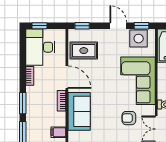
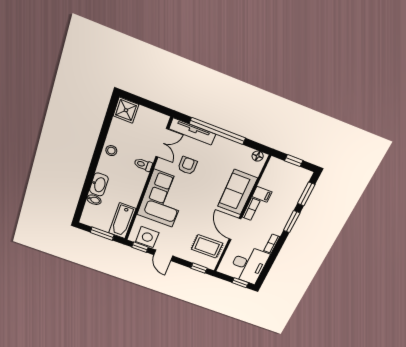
armchair: (129, 118) -> (187, 166), turned -90
filing cabinet: (58, 132) -> (262, 194), moved

